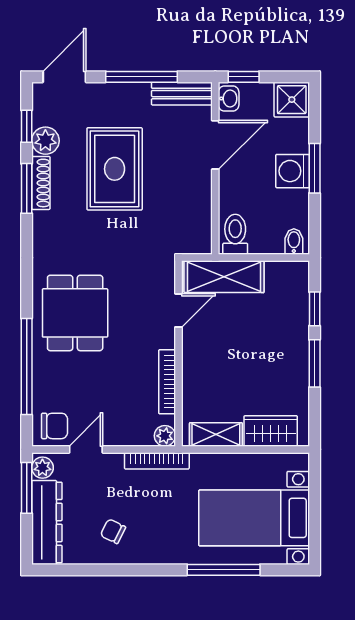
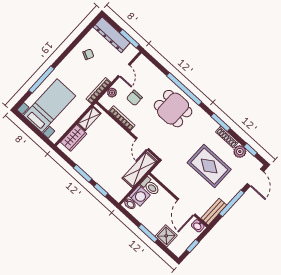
window: (244, 77) -> (193, 246), moved
shower: (292, 100) -> (166, 236), moved
washing machine: (293, 171) -> (140, 196), moved, turned 90
window: (27, 188) -> (220, 122), moved
window: (27, 367) -> (184, 89), moved
chair: (54, 426) -> (134, 98), moved
plant: (165, 436) -> (112, 93), moved
plant: (42, 468) -> (131, 50), removed

